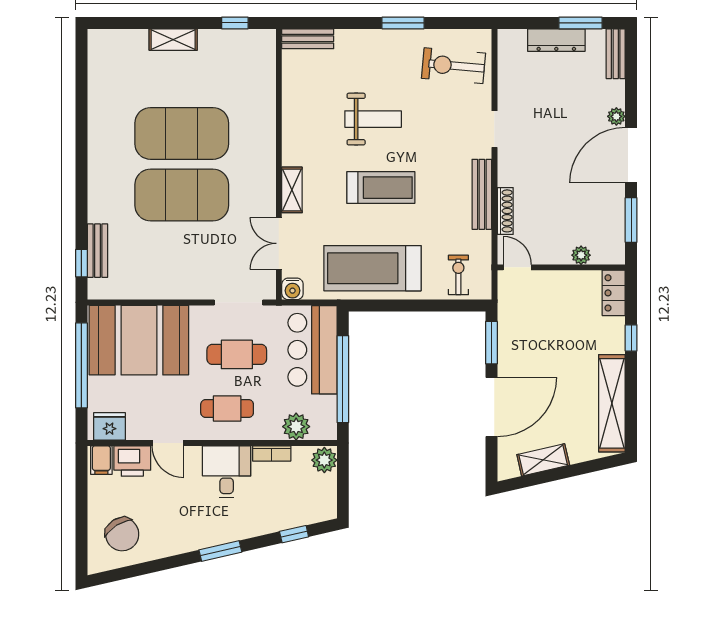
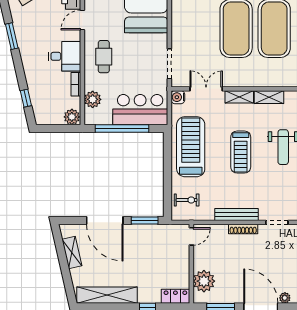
shelving: (292, 142) -> (269, 97), added
shoe rack: (505, 211) -> (243, 229), moved
plant: (581, 255) -> (204, 281), width x1.88, depth x1.88
cafe table: (237, 354) -> (137, 63), removed
window: (220, 551) -> (12, 36), moved

